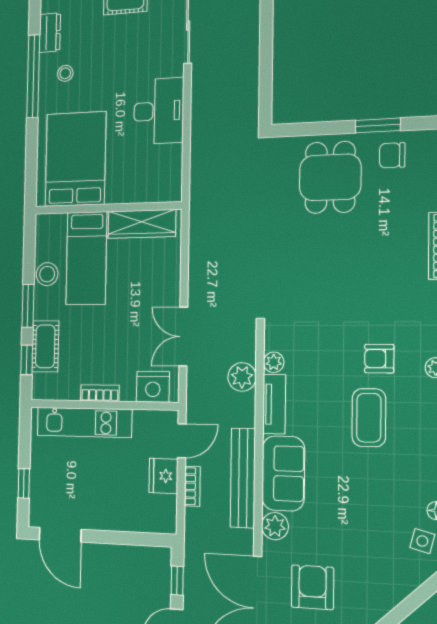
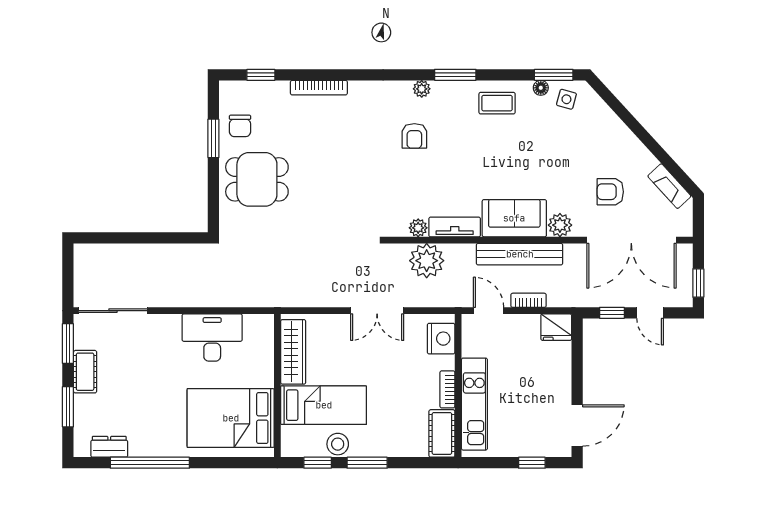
stool: (65, 73) -> (149, 430), removed
desk: (159, 111) -> (212, 338), moved
double door: (183, 337) -> (377, 311), moved
cot: (45, 346) -> (442, 433), moved, turned 90
window: (27, 360) -> (318, 463), moved
plant: (242, 377) -> (427, 261), width x1.36, depth x1.36
coffee table: (369, 418) -> (497, 103), moved, width x0.73, depth x0.77
fridge: (163, 476) -> (556, 327), moved
armchair: (312, 587) -> (610, 192), width x0.72, depth x0.72

